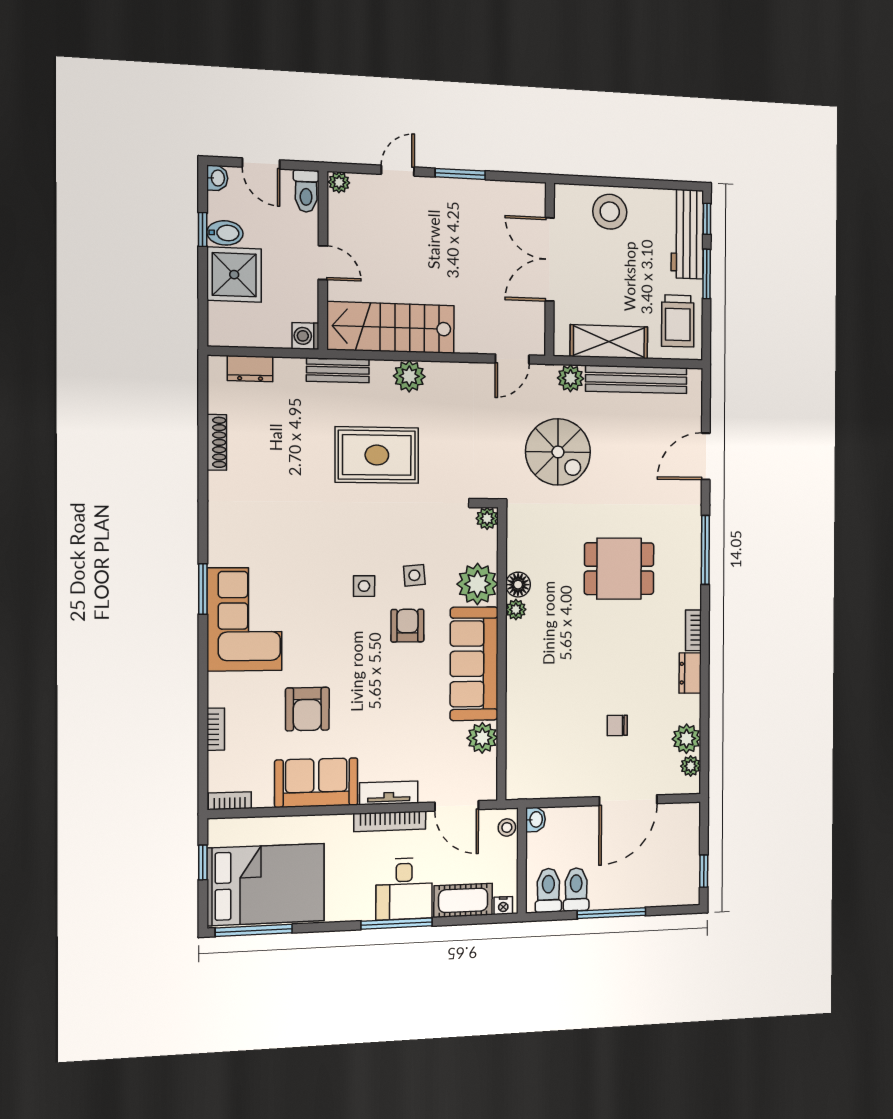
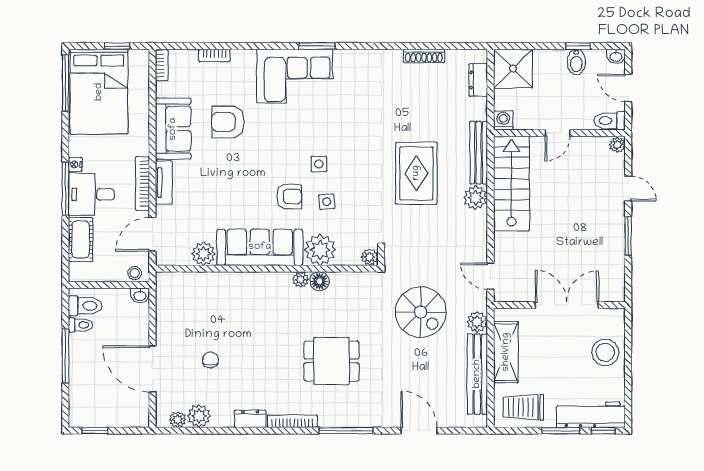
door: (261, 163) -> (628, 88), hinge flipped
shower: (234, 275) -> (513, 69), moved
bench: (338, 370) -> (479, 153), width x1.36
spiral stairs: (558, 452) -> (421, 312), turned -90
dining table: (619, 569) -> (331, 361), turned 90
bookcase: (693, 630) -> (292, 421), width x1.56
toilet: (576, 889) -> (80, 325), width x0.73, depth x0.72
nightstand: (503, 906) -> (75, 164), moved

